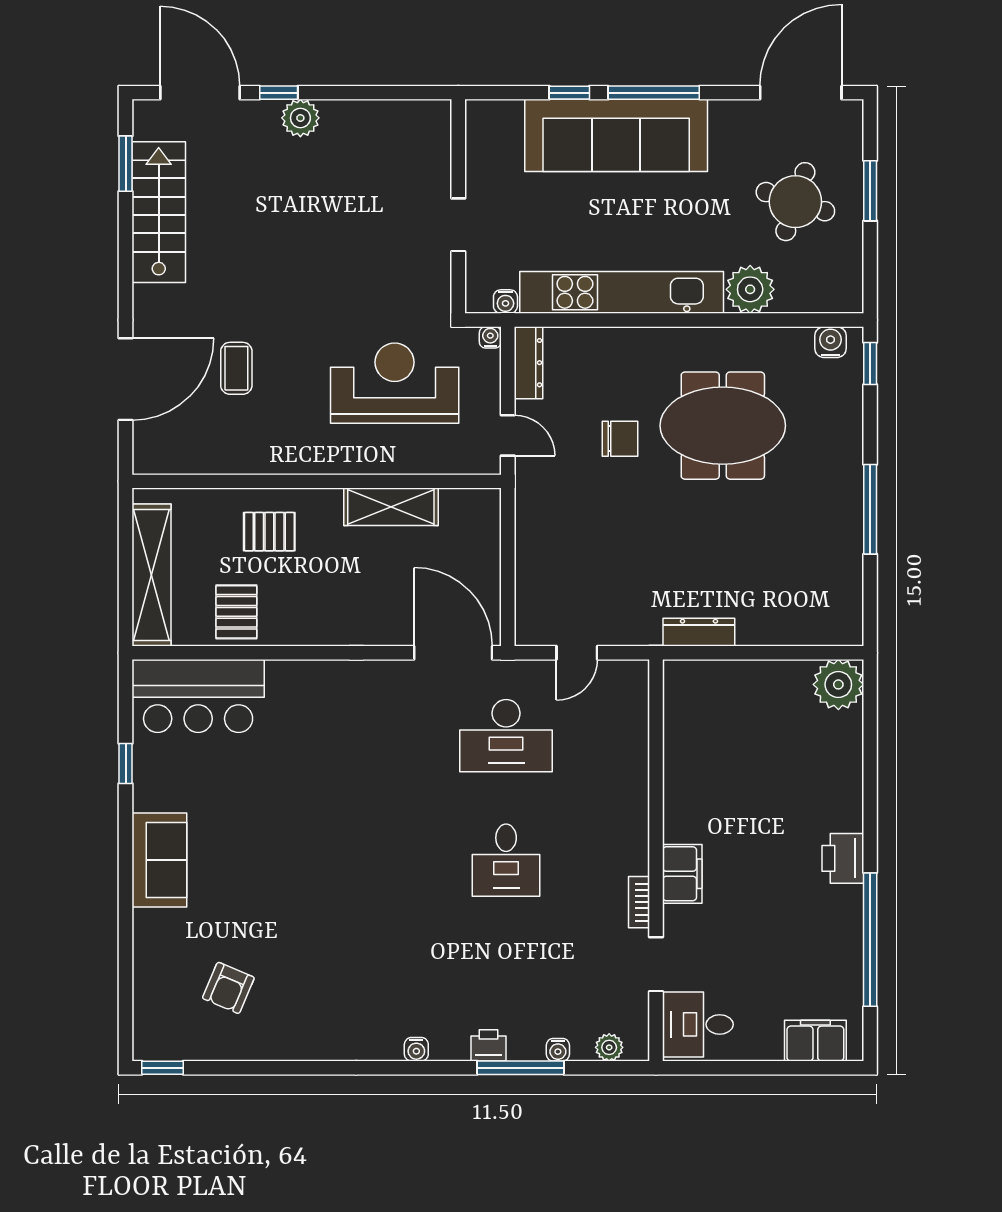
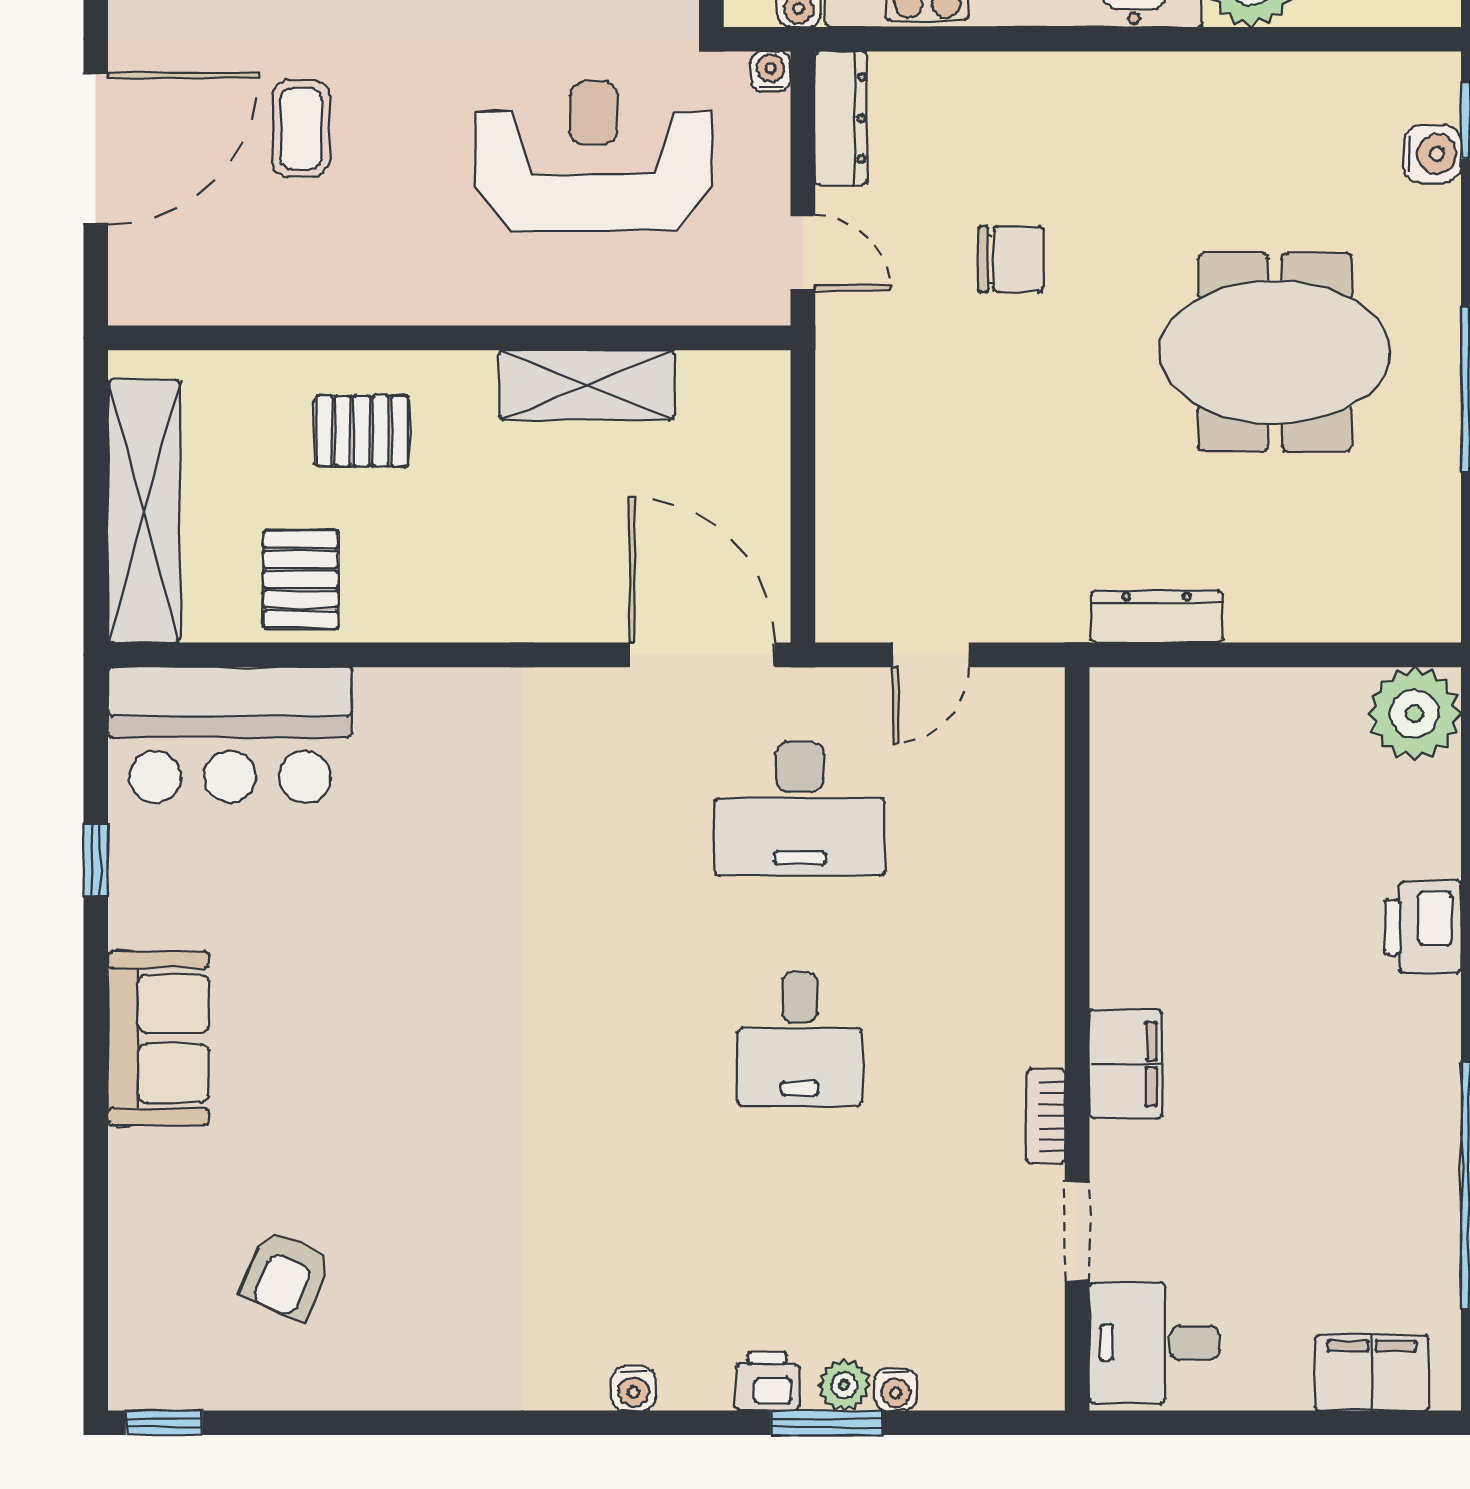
water cooler: (830, 342) -> (1432, 154), moved, turned 90
meeting table: (723, 426) -> (1275, 352), moved
printer: (843, 858) -> (1423, 927), moved
plant: (609, 1047) -> (844, 1385), moved
window: (520, 1068) -> (826, 1423), width x0.69

